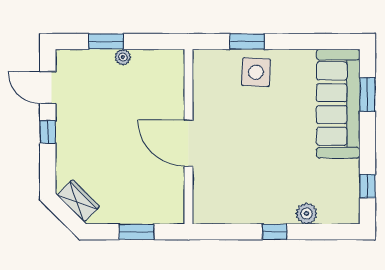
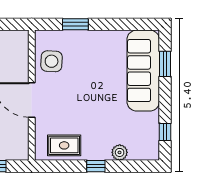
side table: (256, 72) -> (52, 61), moved
rug: (232, 204) -> (64, 145), added

